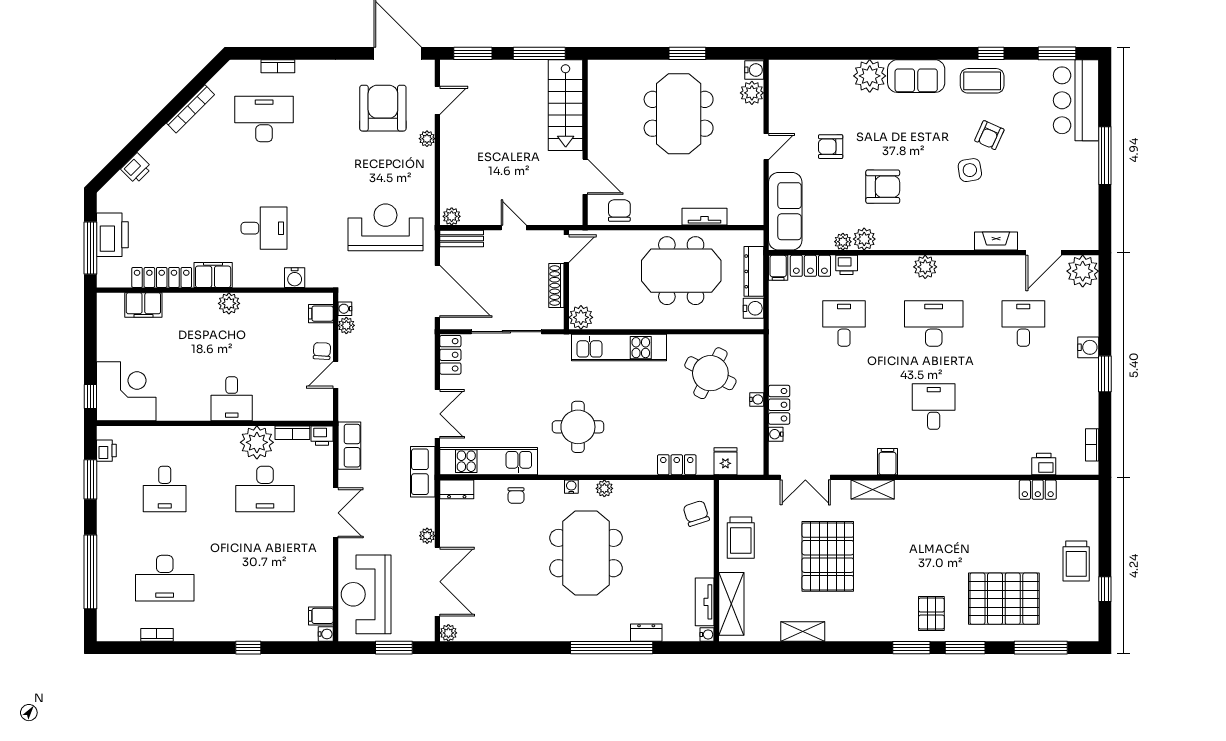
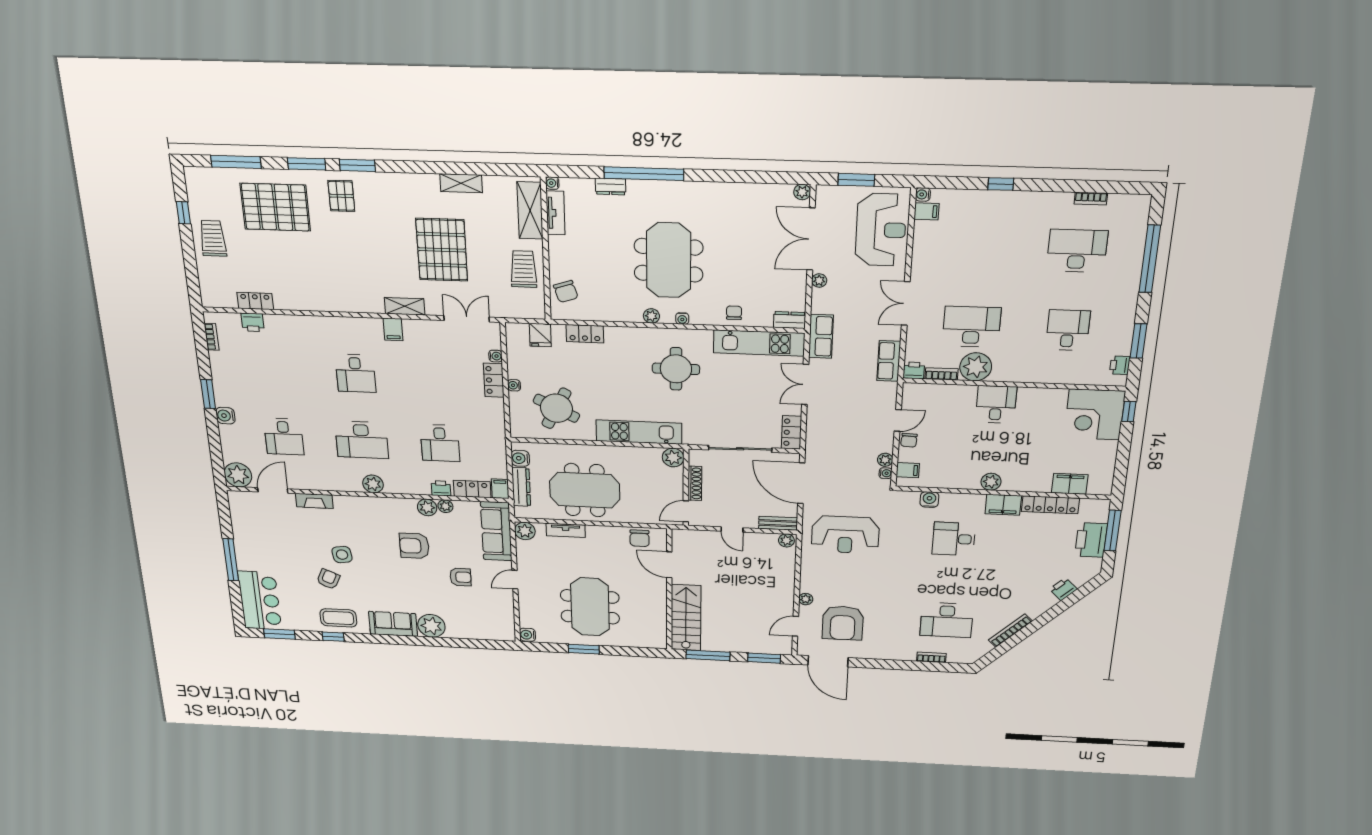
plant: (752, 93) -> (525, 531), moved

